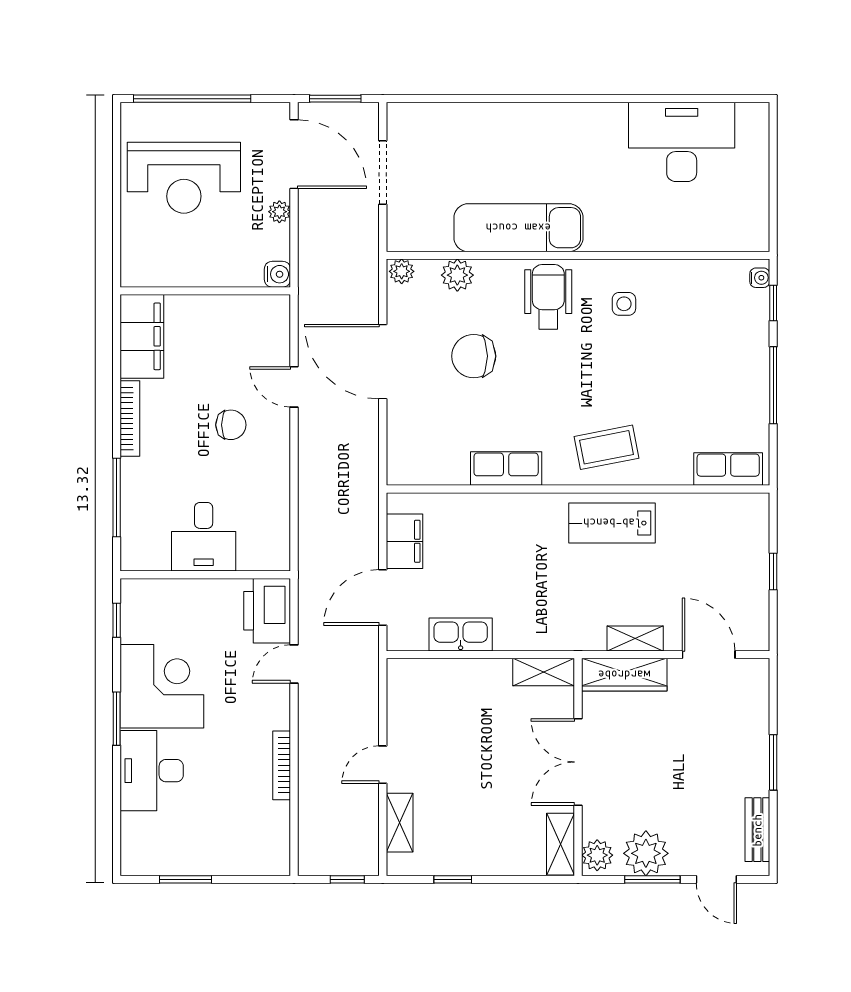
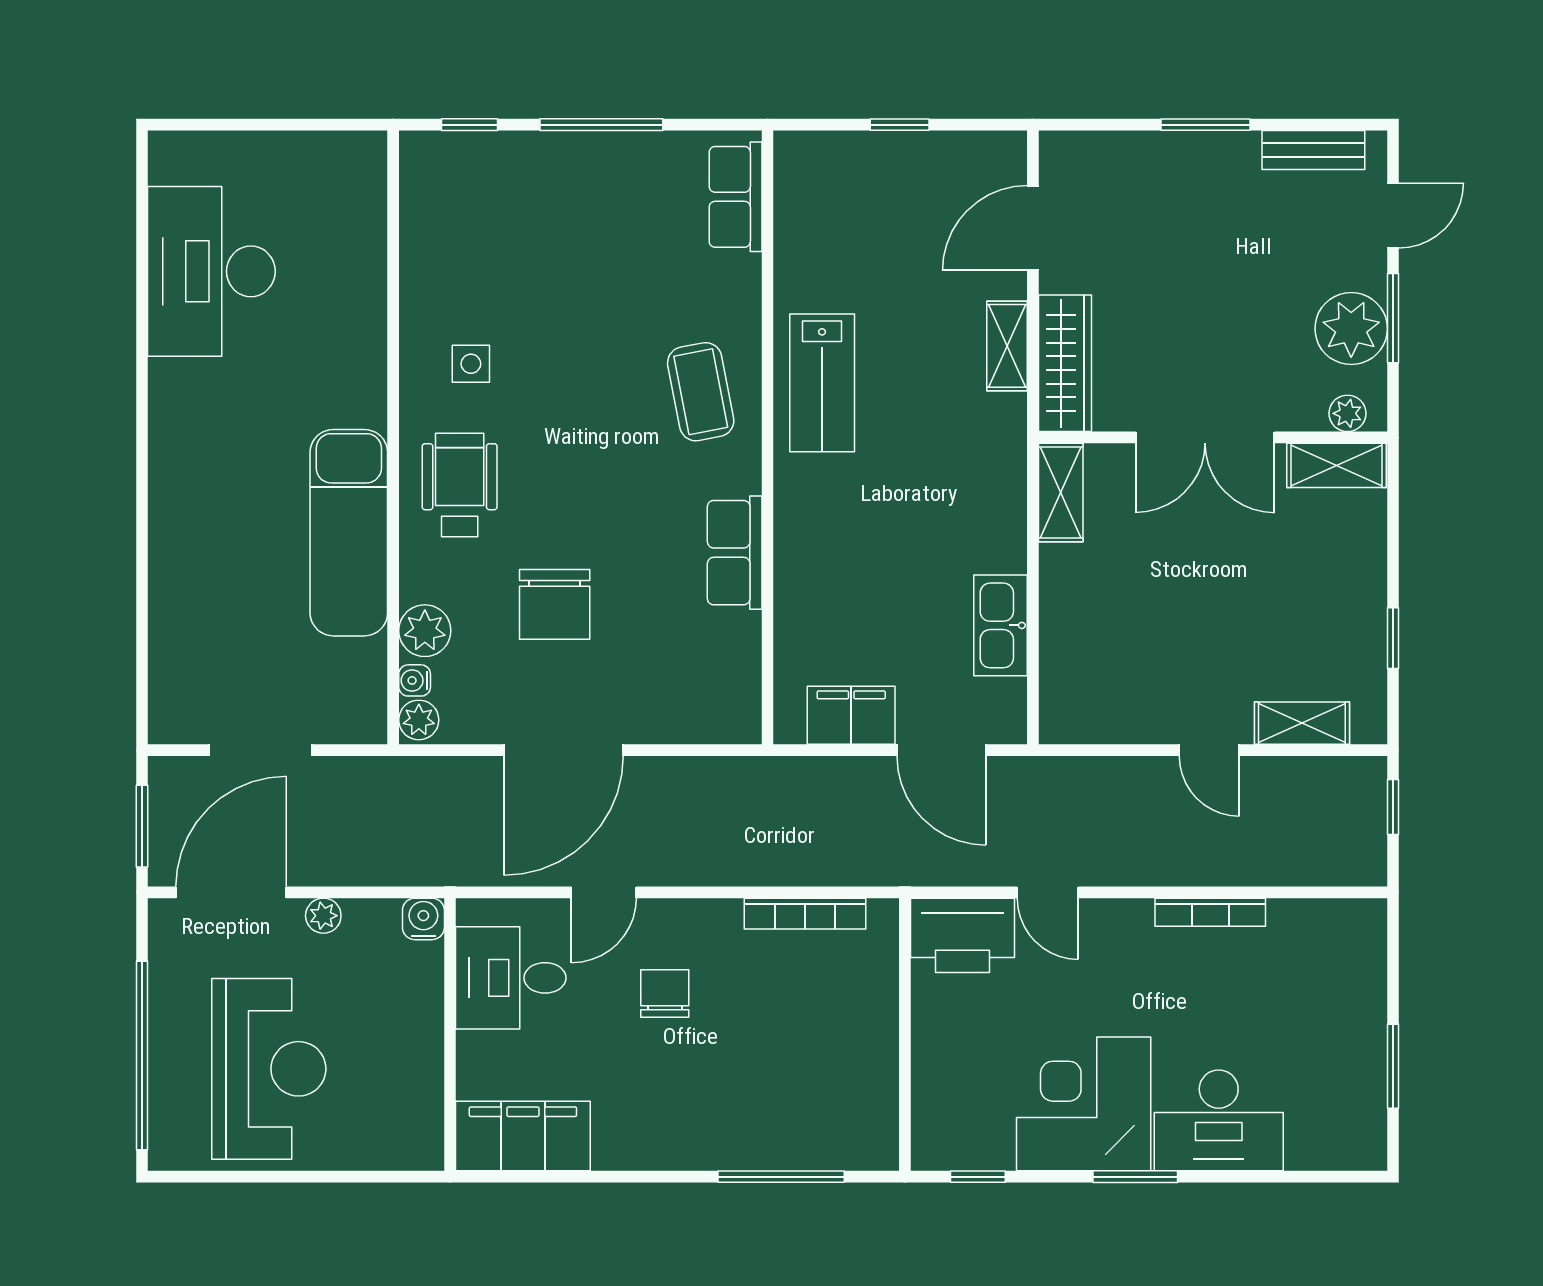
water cooler: (760, 278) -> (415, 680), moved, turned -90
wheelchair: (548, 297) -> (460, 485), turned 90
bookcase: (130, 419) -> (805, 914), moved, turned 180
desk: (204, 537) -> (511, 978), moved, turned 180
plant: (597, 855) -> (1347, 413), width x0.73, depth x0.73

